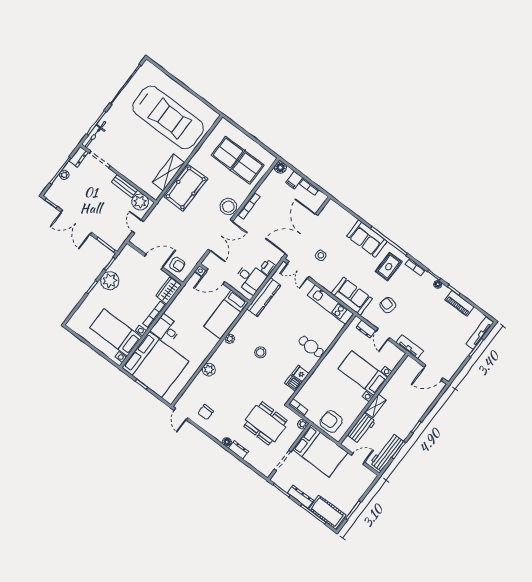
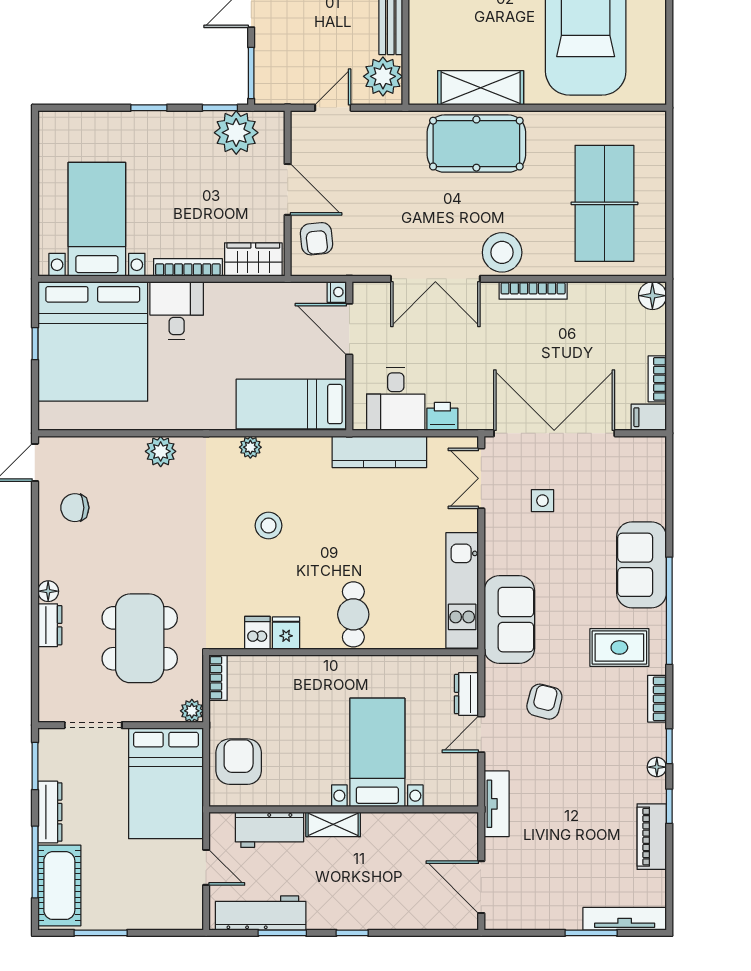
filing cabinet: (294, 180) -> (649, 417), moved
plant: (110, 281) -> (236, 133), moved

